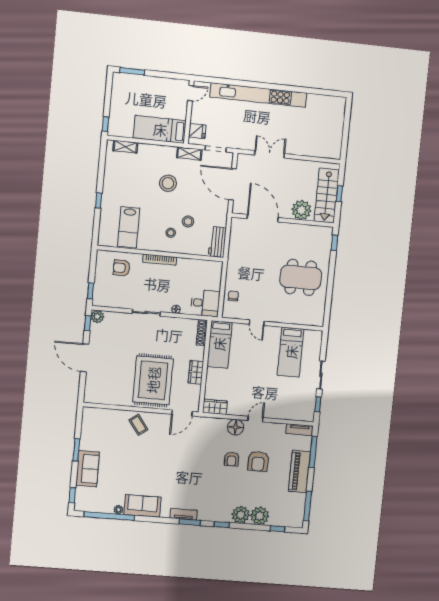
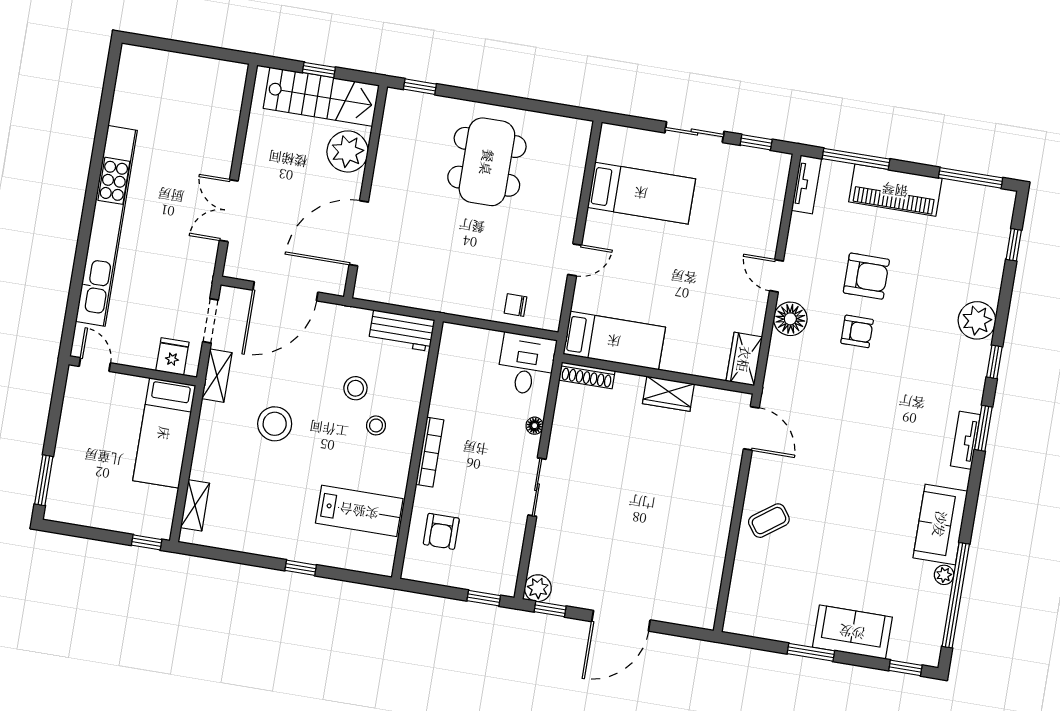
rug: (153, 380) -> (679, 484), removed
plant: (260, 516) -> (983, 280), removed

